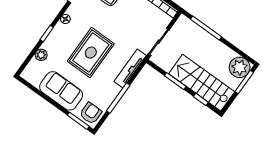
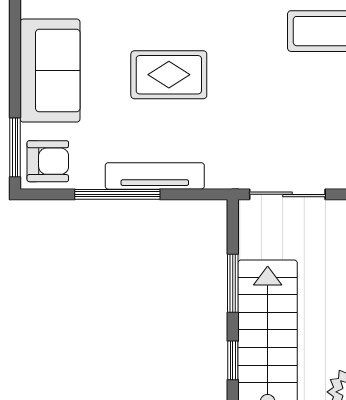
rug: (91, 53) -> (169, 75), width x0.73, depth x0.70
tv unit: (130, 69) -> (155, 176), moved

